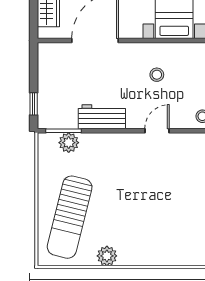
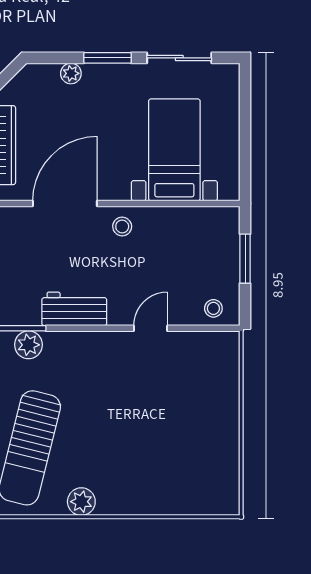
stool: (157, 75) -> (122, 226), moved

